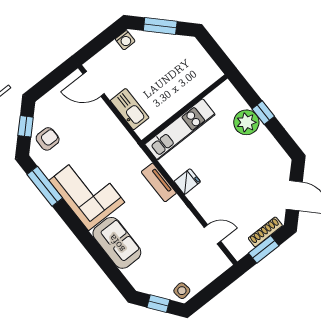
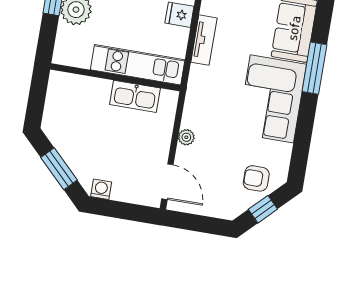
kitchen sink: (130, 109) -> (135, 96), moved, turned -90
plant: (110, 119) -> (186, 137), added
window: (45, 186) -> (314, 68), moved

